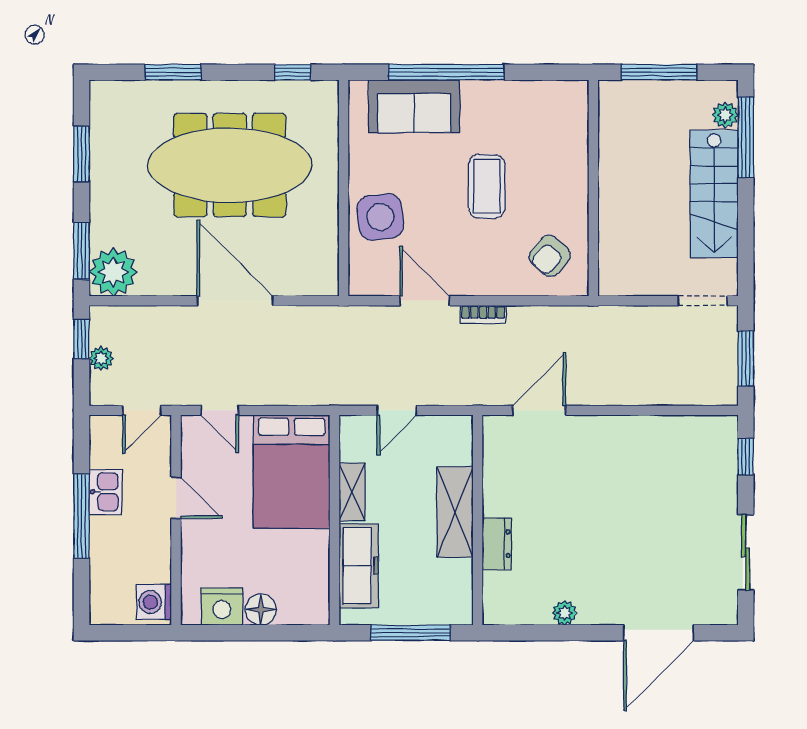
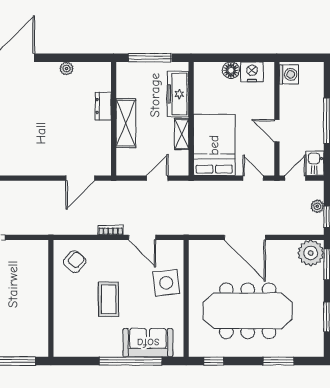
kitchen sink: (106, 492) -> (315, 163), moved

